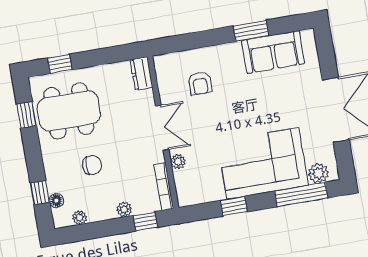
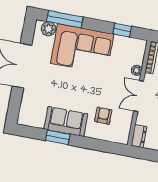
sofa: (273, 52) -> (66, 121), moved
window: (234, 206) -> (122, 30), moved

